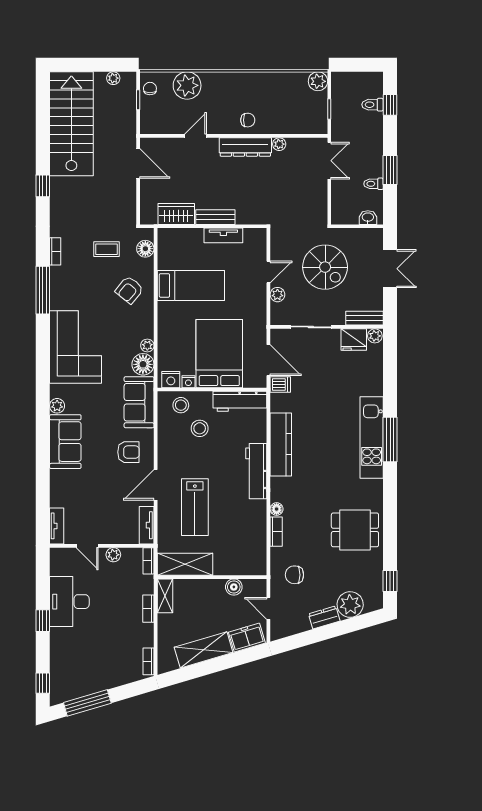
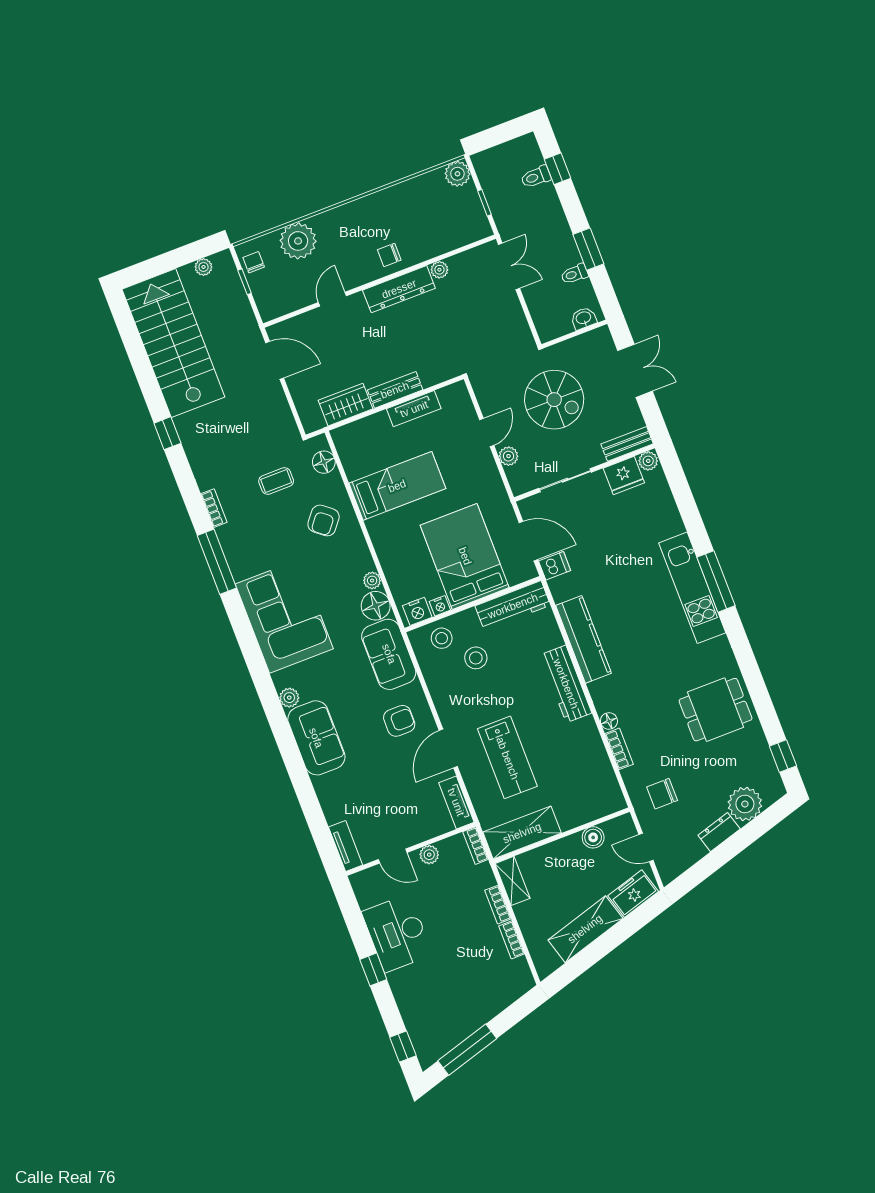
chair: (248, 120) -> (389, 255), turned 180
bookcase: (148, 661) -> (512, 940), moved

